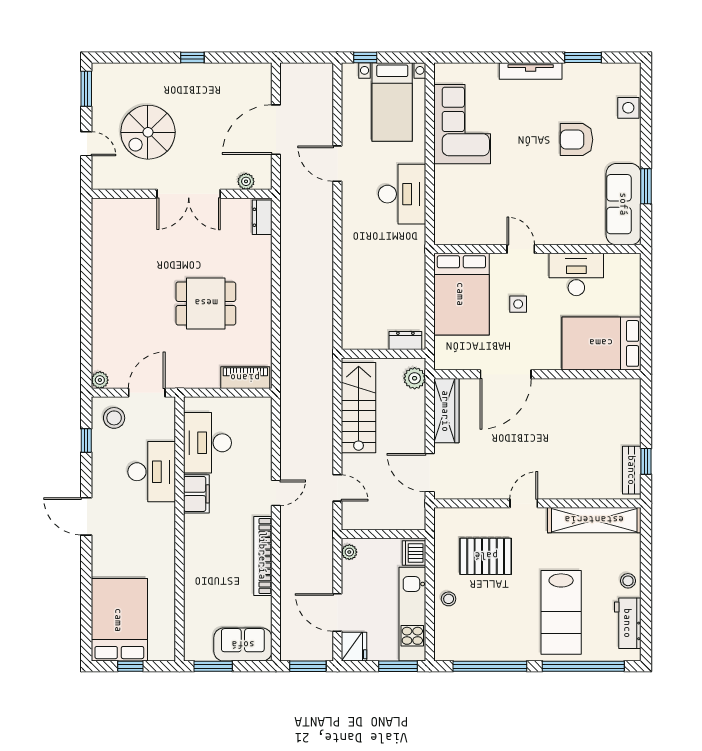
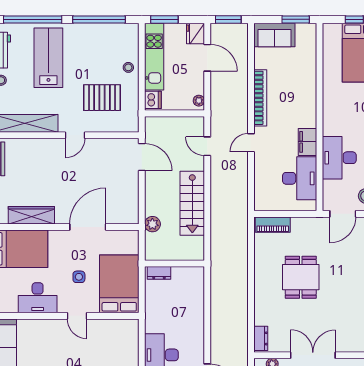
dining table: (206, 303) -> (301, 277), turned 90
dresser: (405, 340) -> (159, 273), moved
wall: (384, 354) -> (175, 263), moved
wardrobe: (446, 411) -> (31, 215), moved, turned 90

